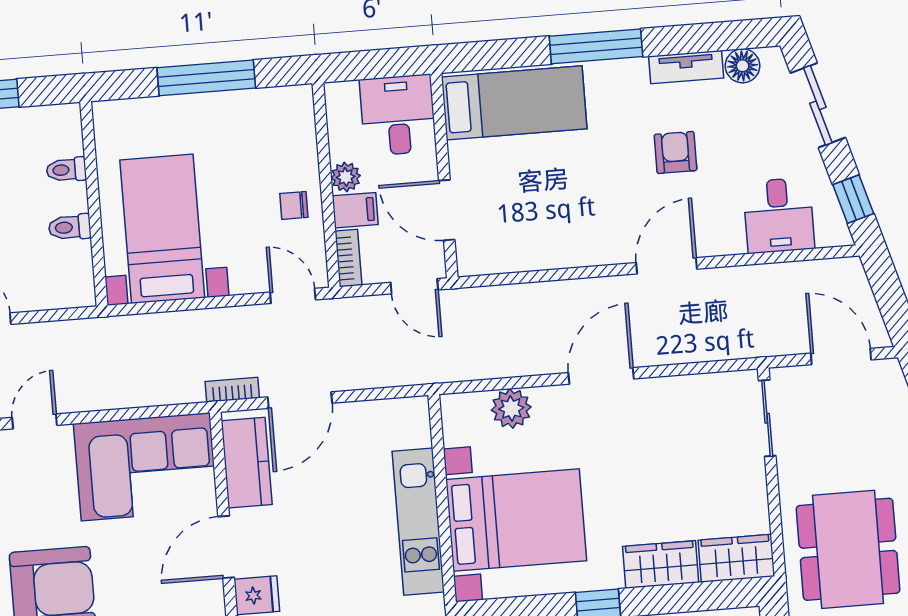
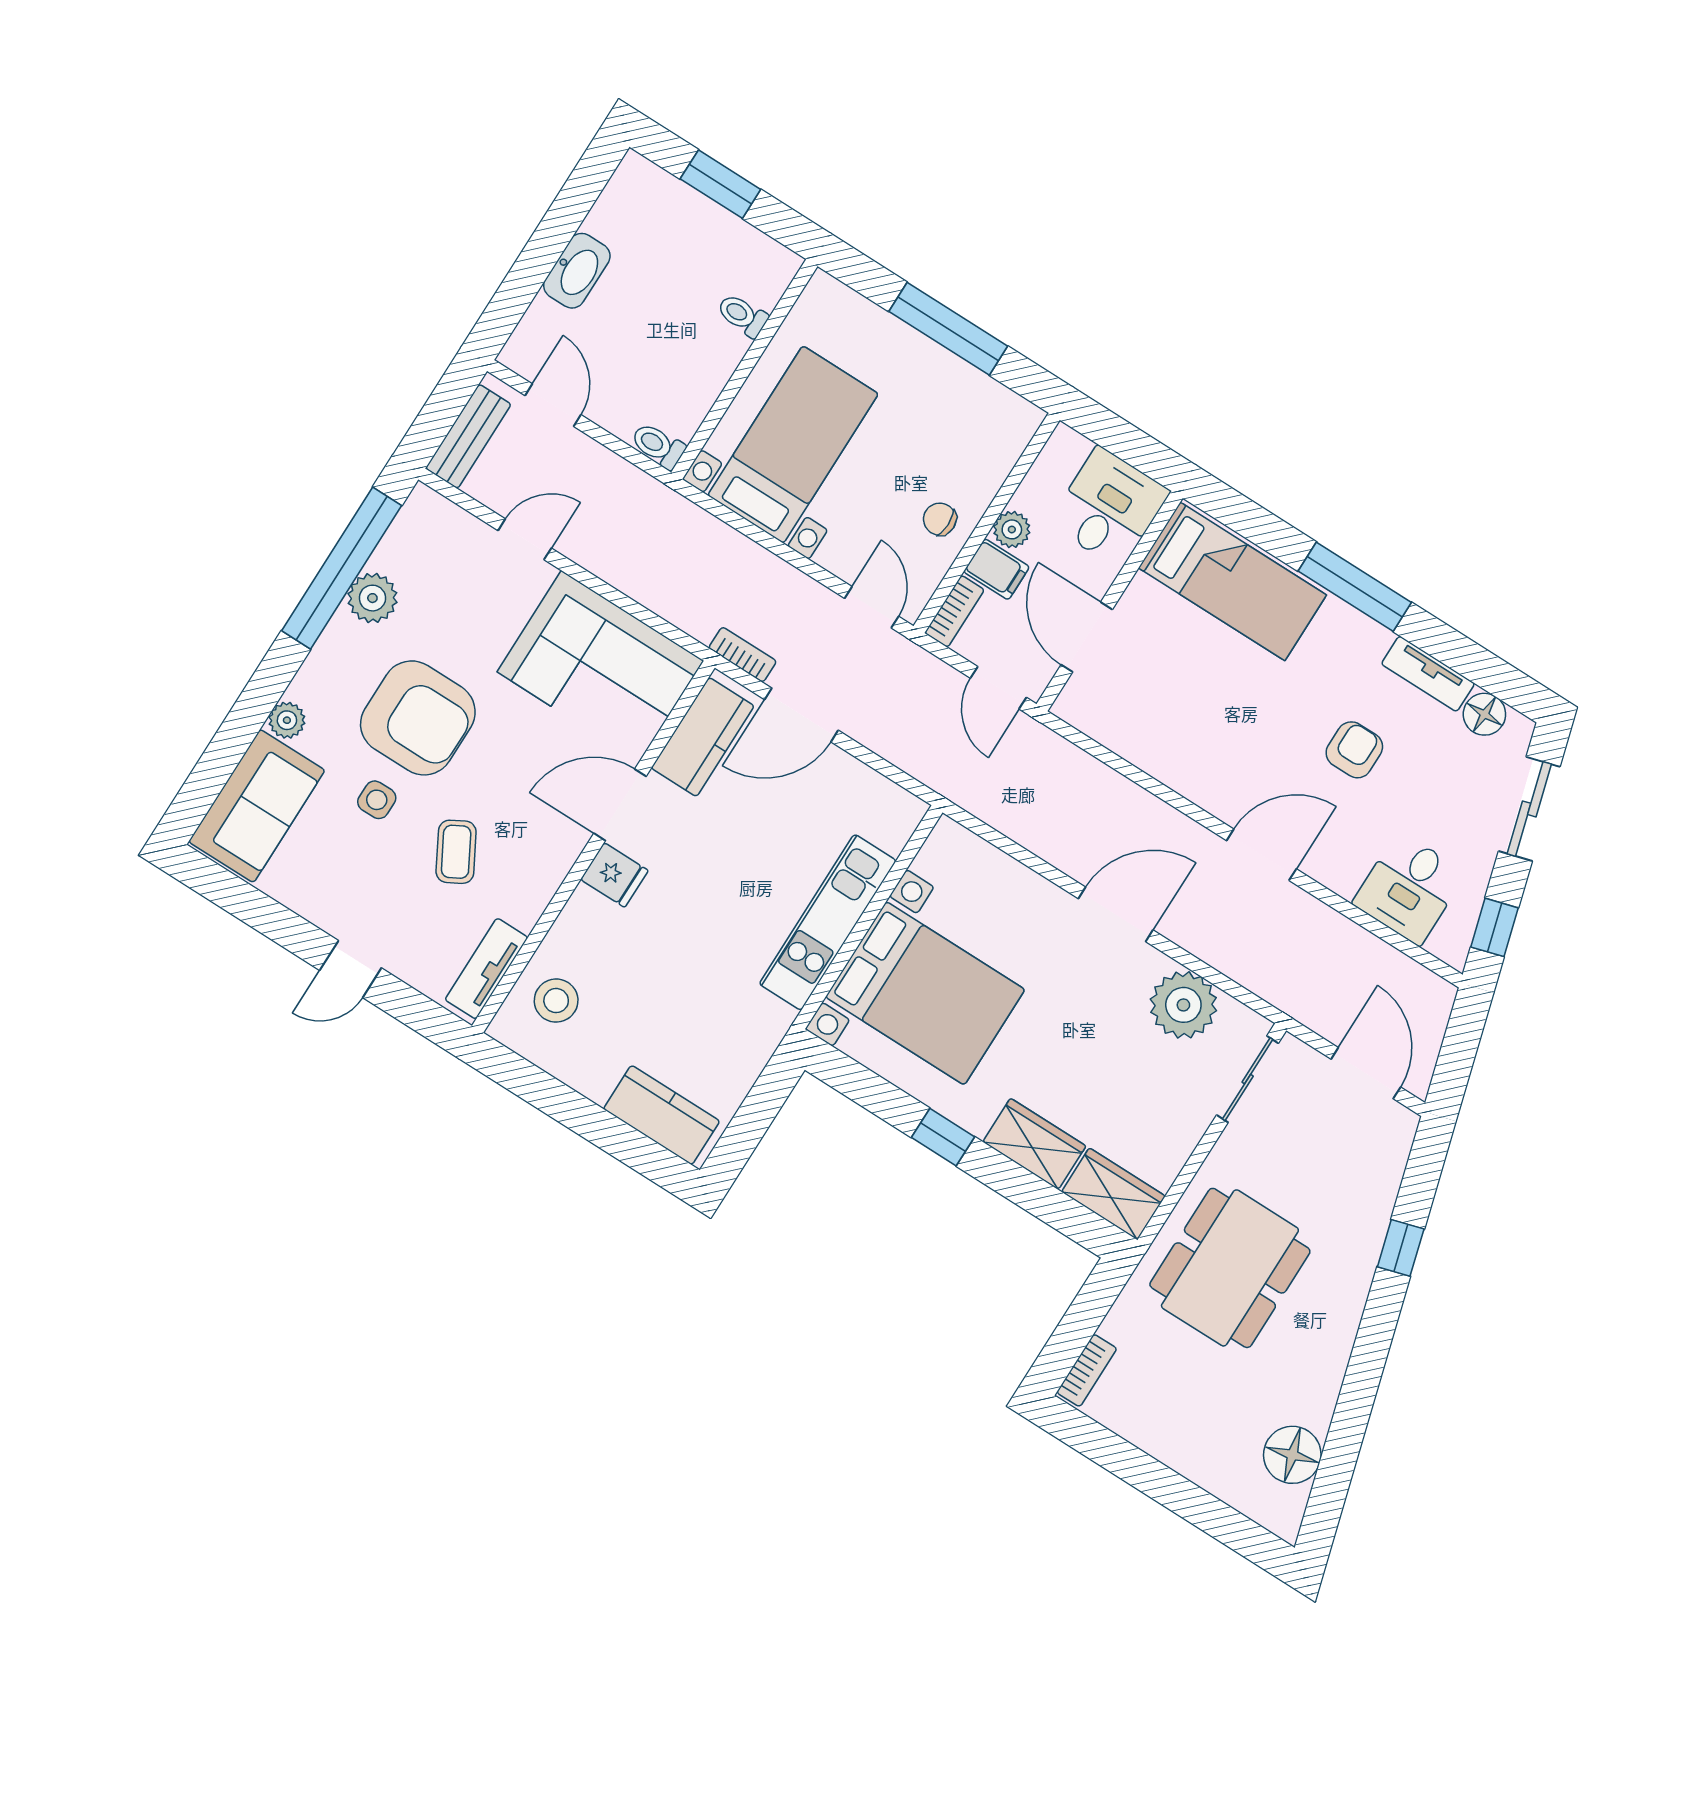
toilet: (70, 227) -> (658, 446), moved
plant: (511, 408) -> (1183, 1005), moved, width x1.36, depth x1.36

